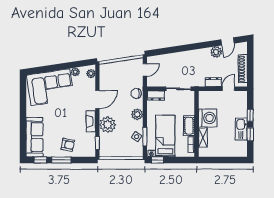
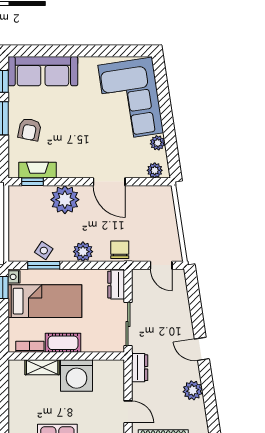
door: (228, 41) -> (202, 349), moved
dresser: (213, 82) -> (140, 368), moved
fireplace: (91, 121) -> (37, 170), moved

